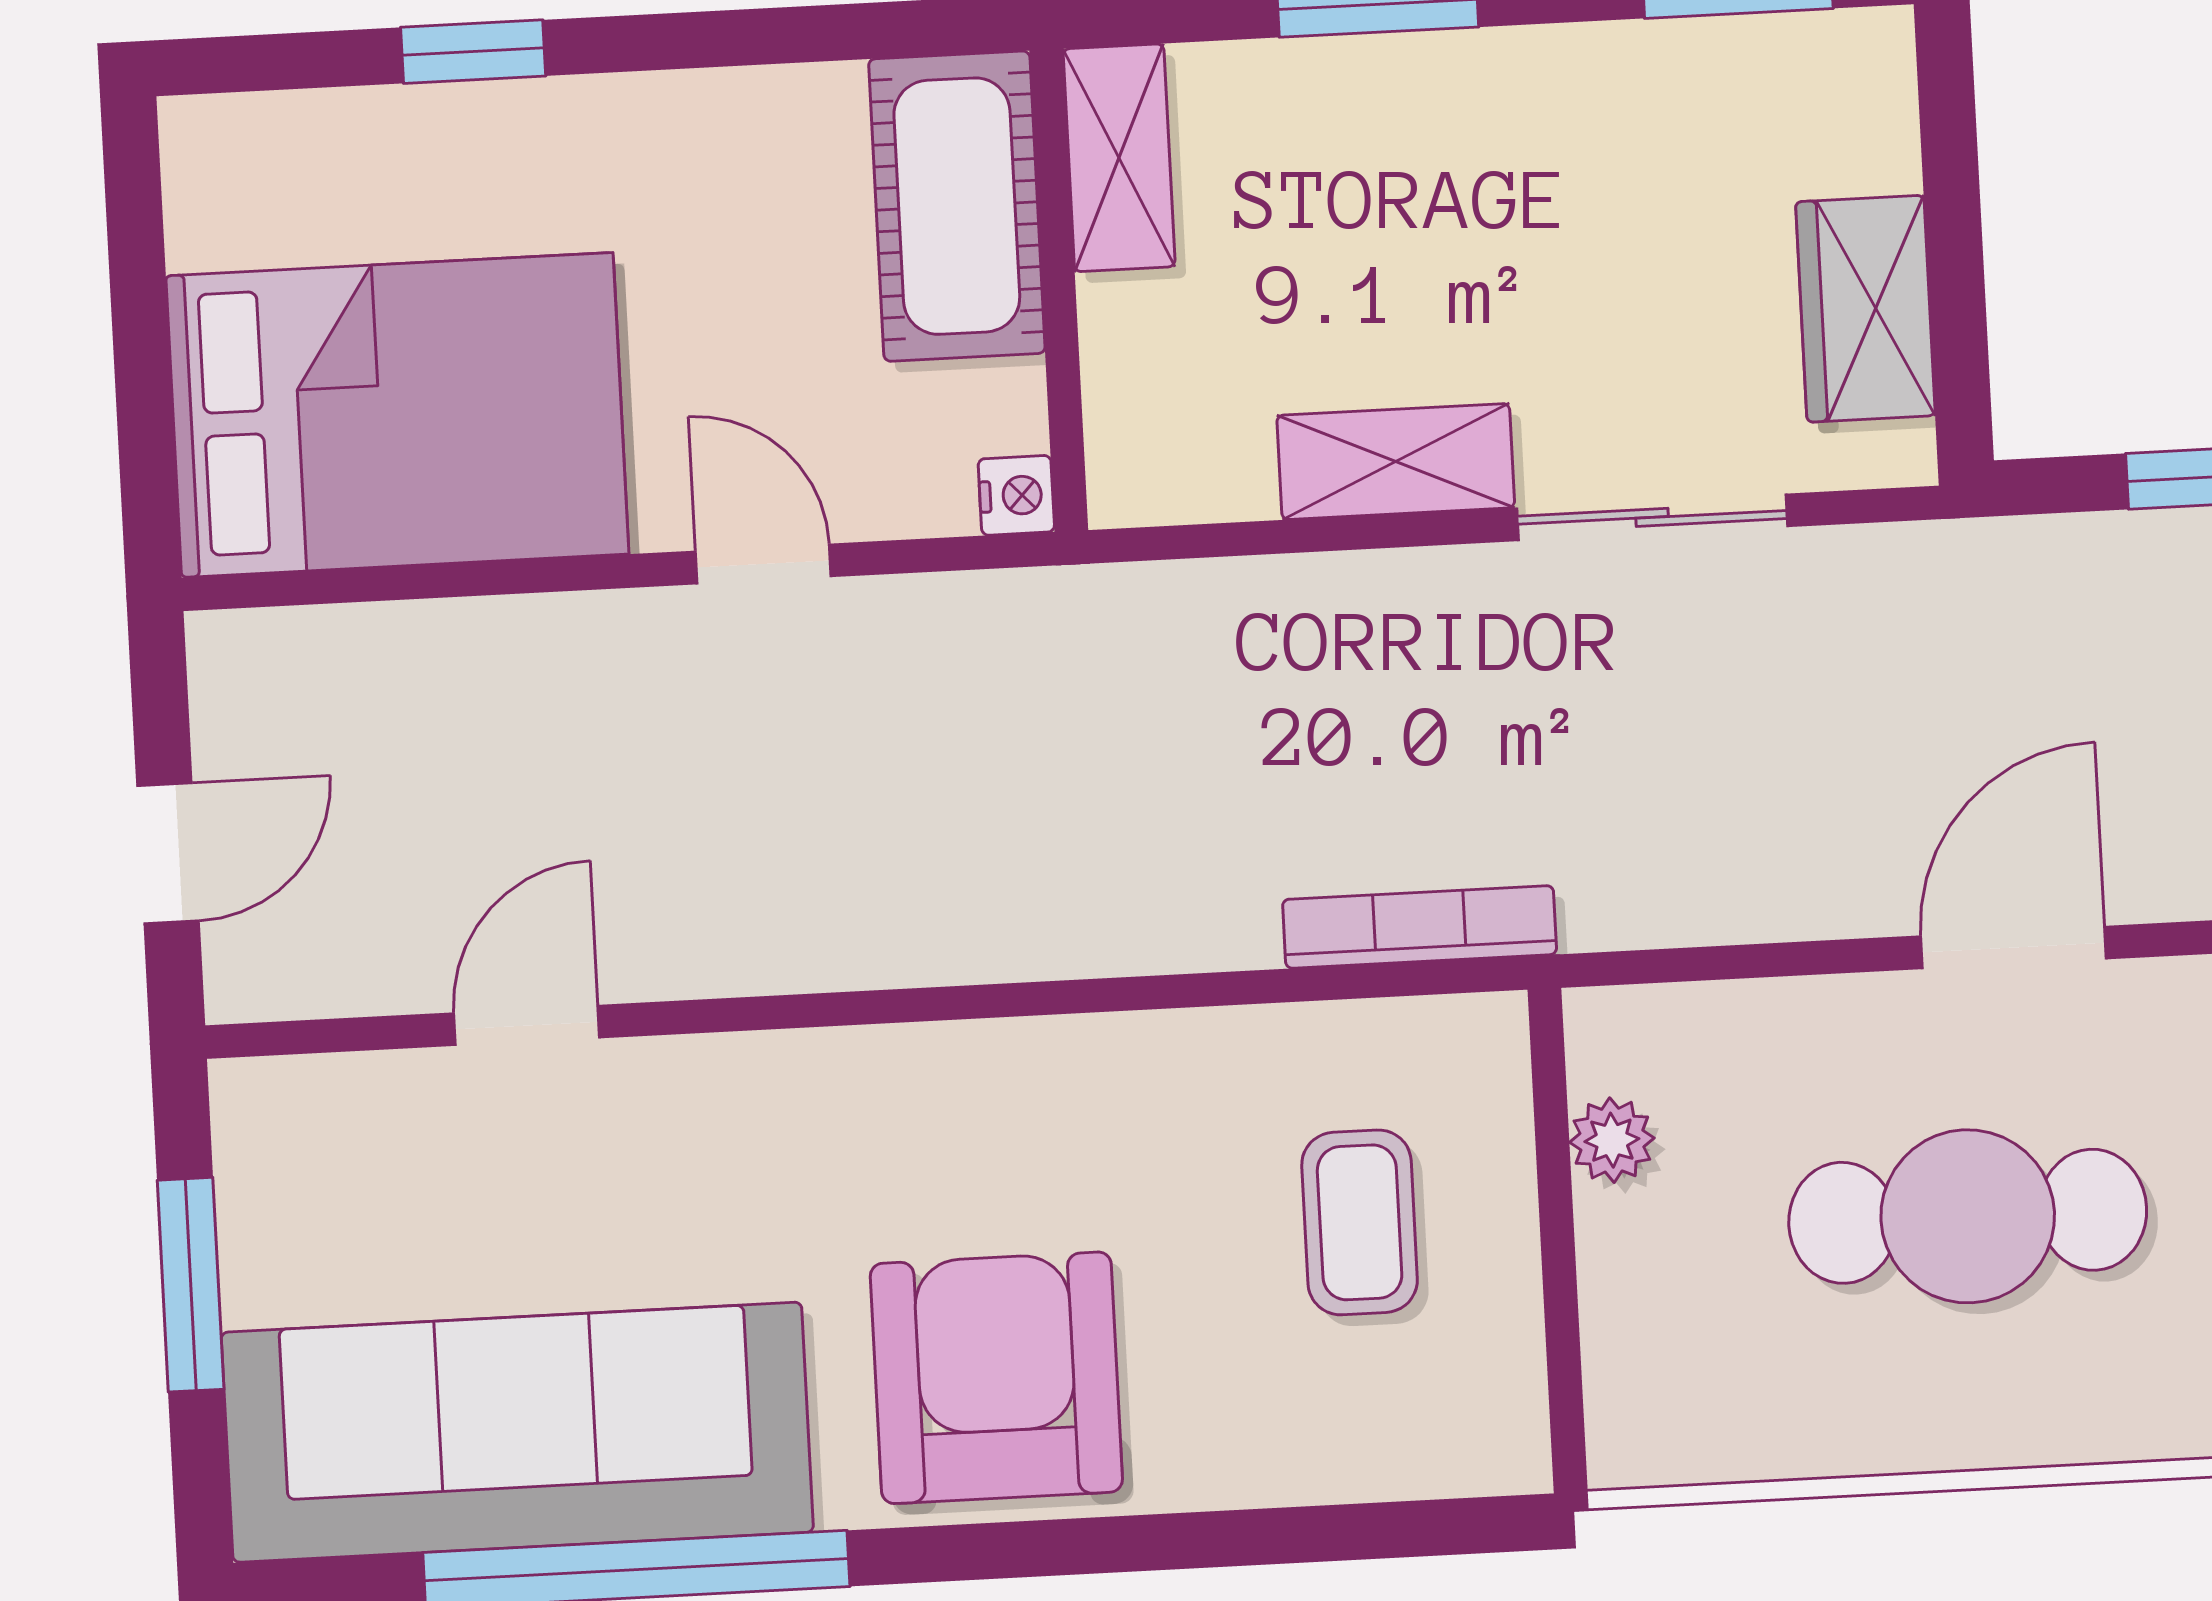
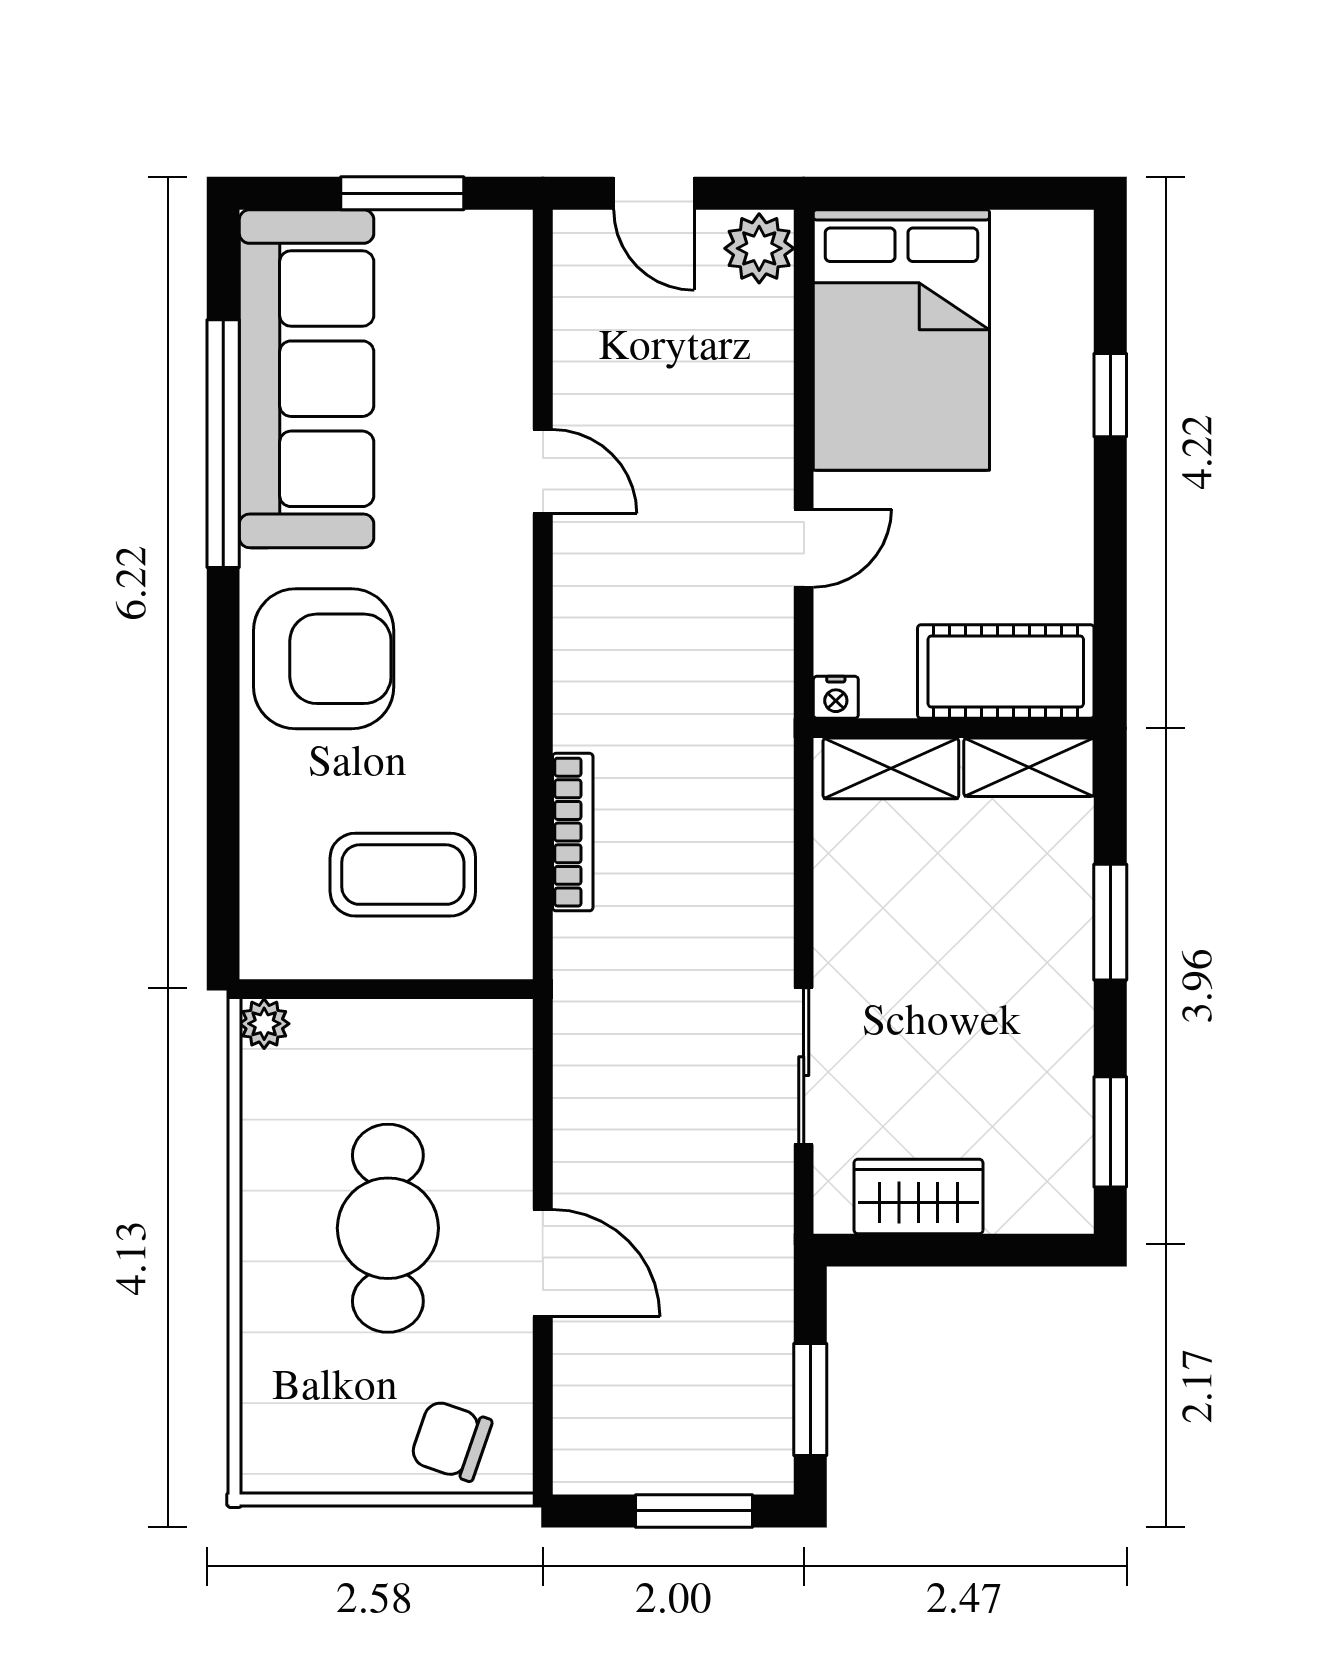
shelving: (1396, 462) -> (891, 768), moved, turned 90
plant: (253, 667) -> (759, 248), added
bookcase: (1420, 927) -> (573, 832), moved
door: (527, 1025) -> (543, 471), moved
plant: (1612, 1140) -> (264, 1024), moved
coffee table: (1360, 1222) -> (403, 875), width x1.36, depth x1.30

